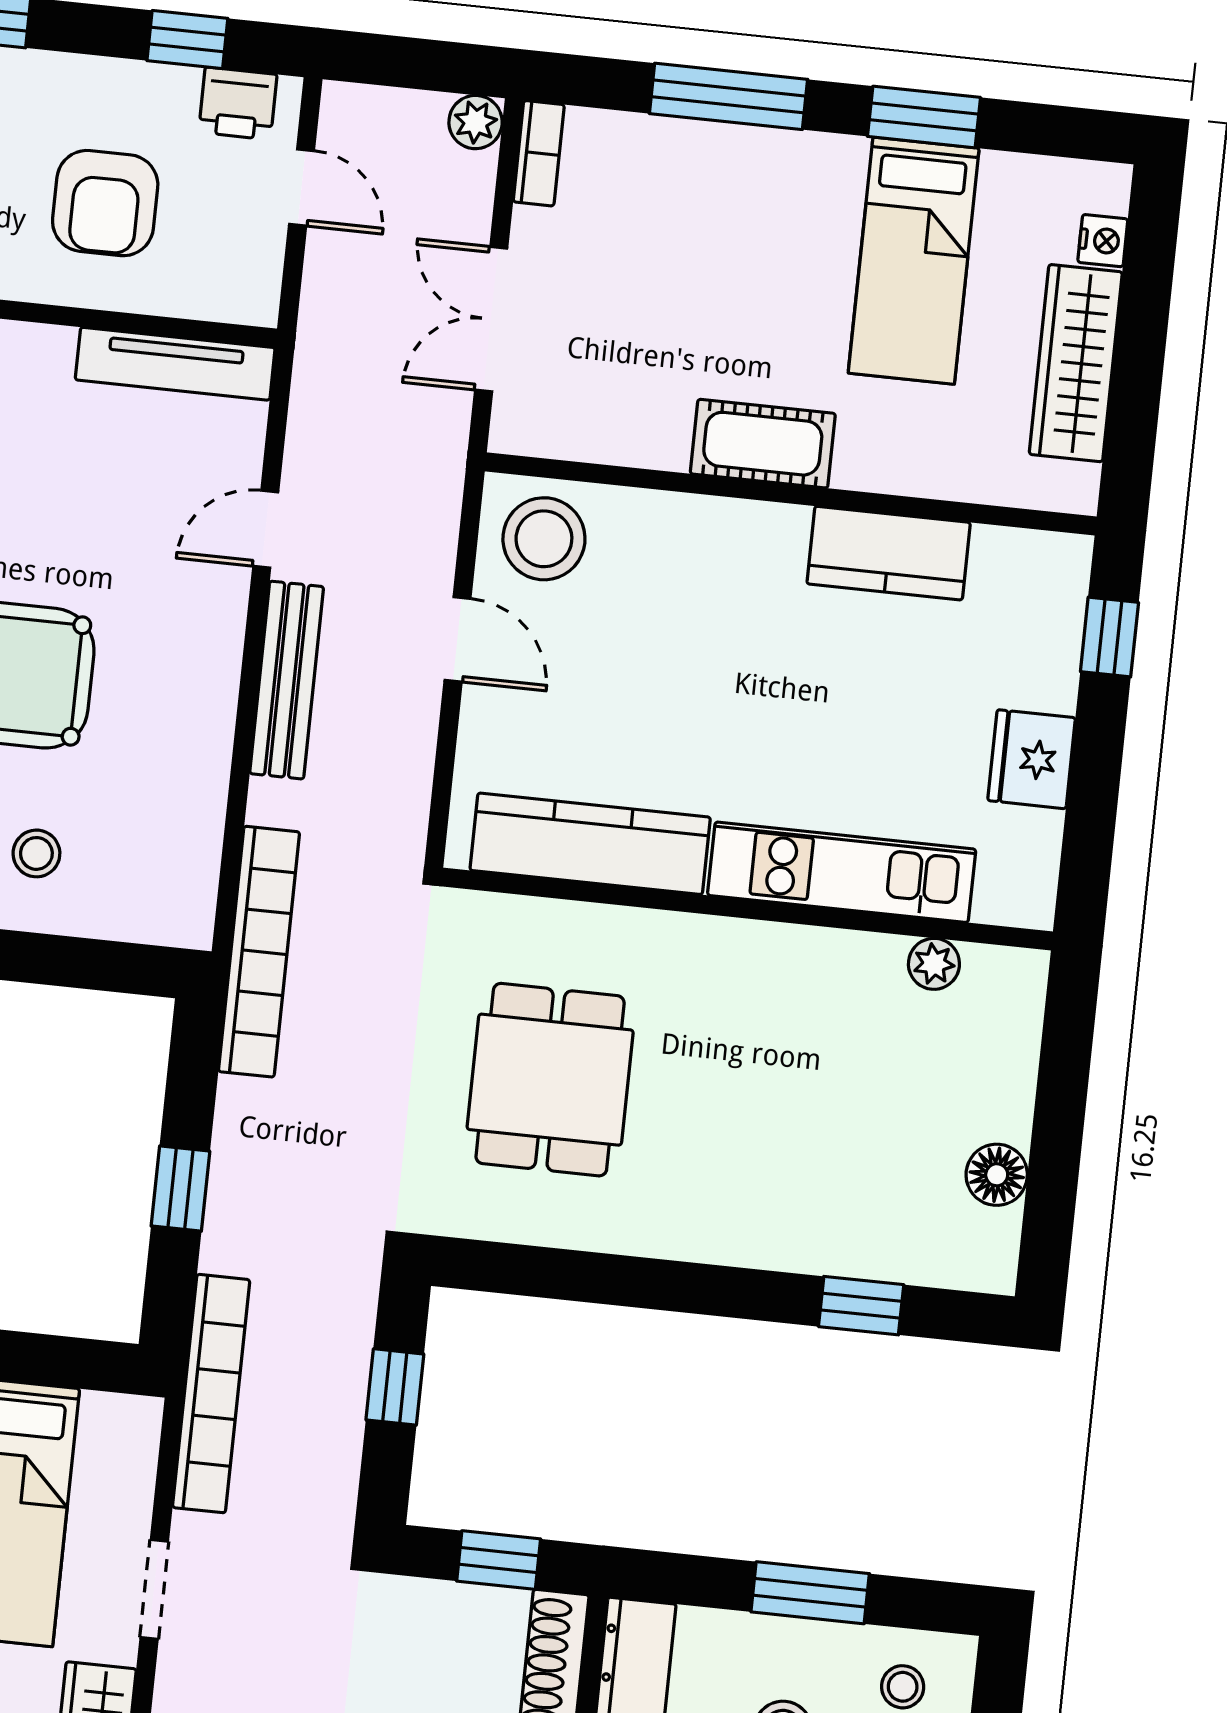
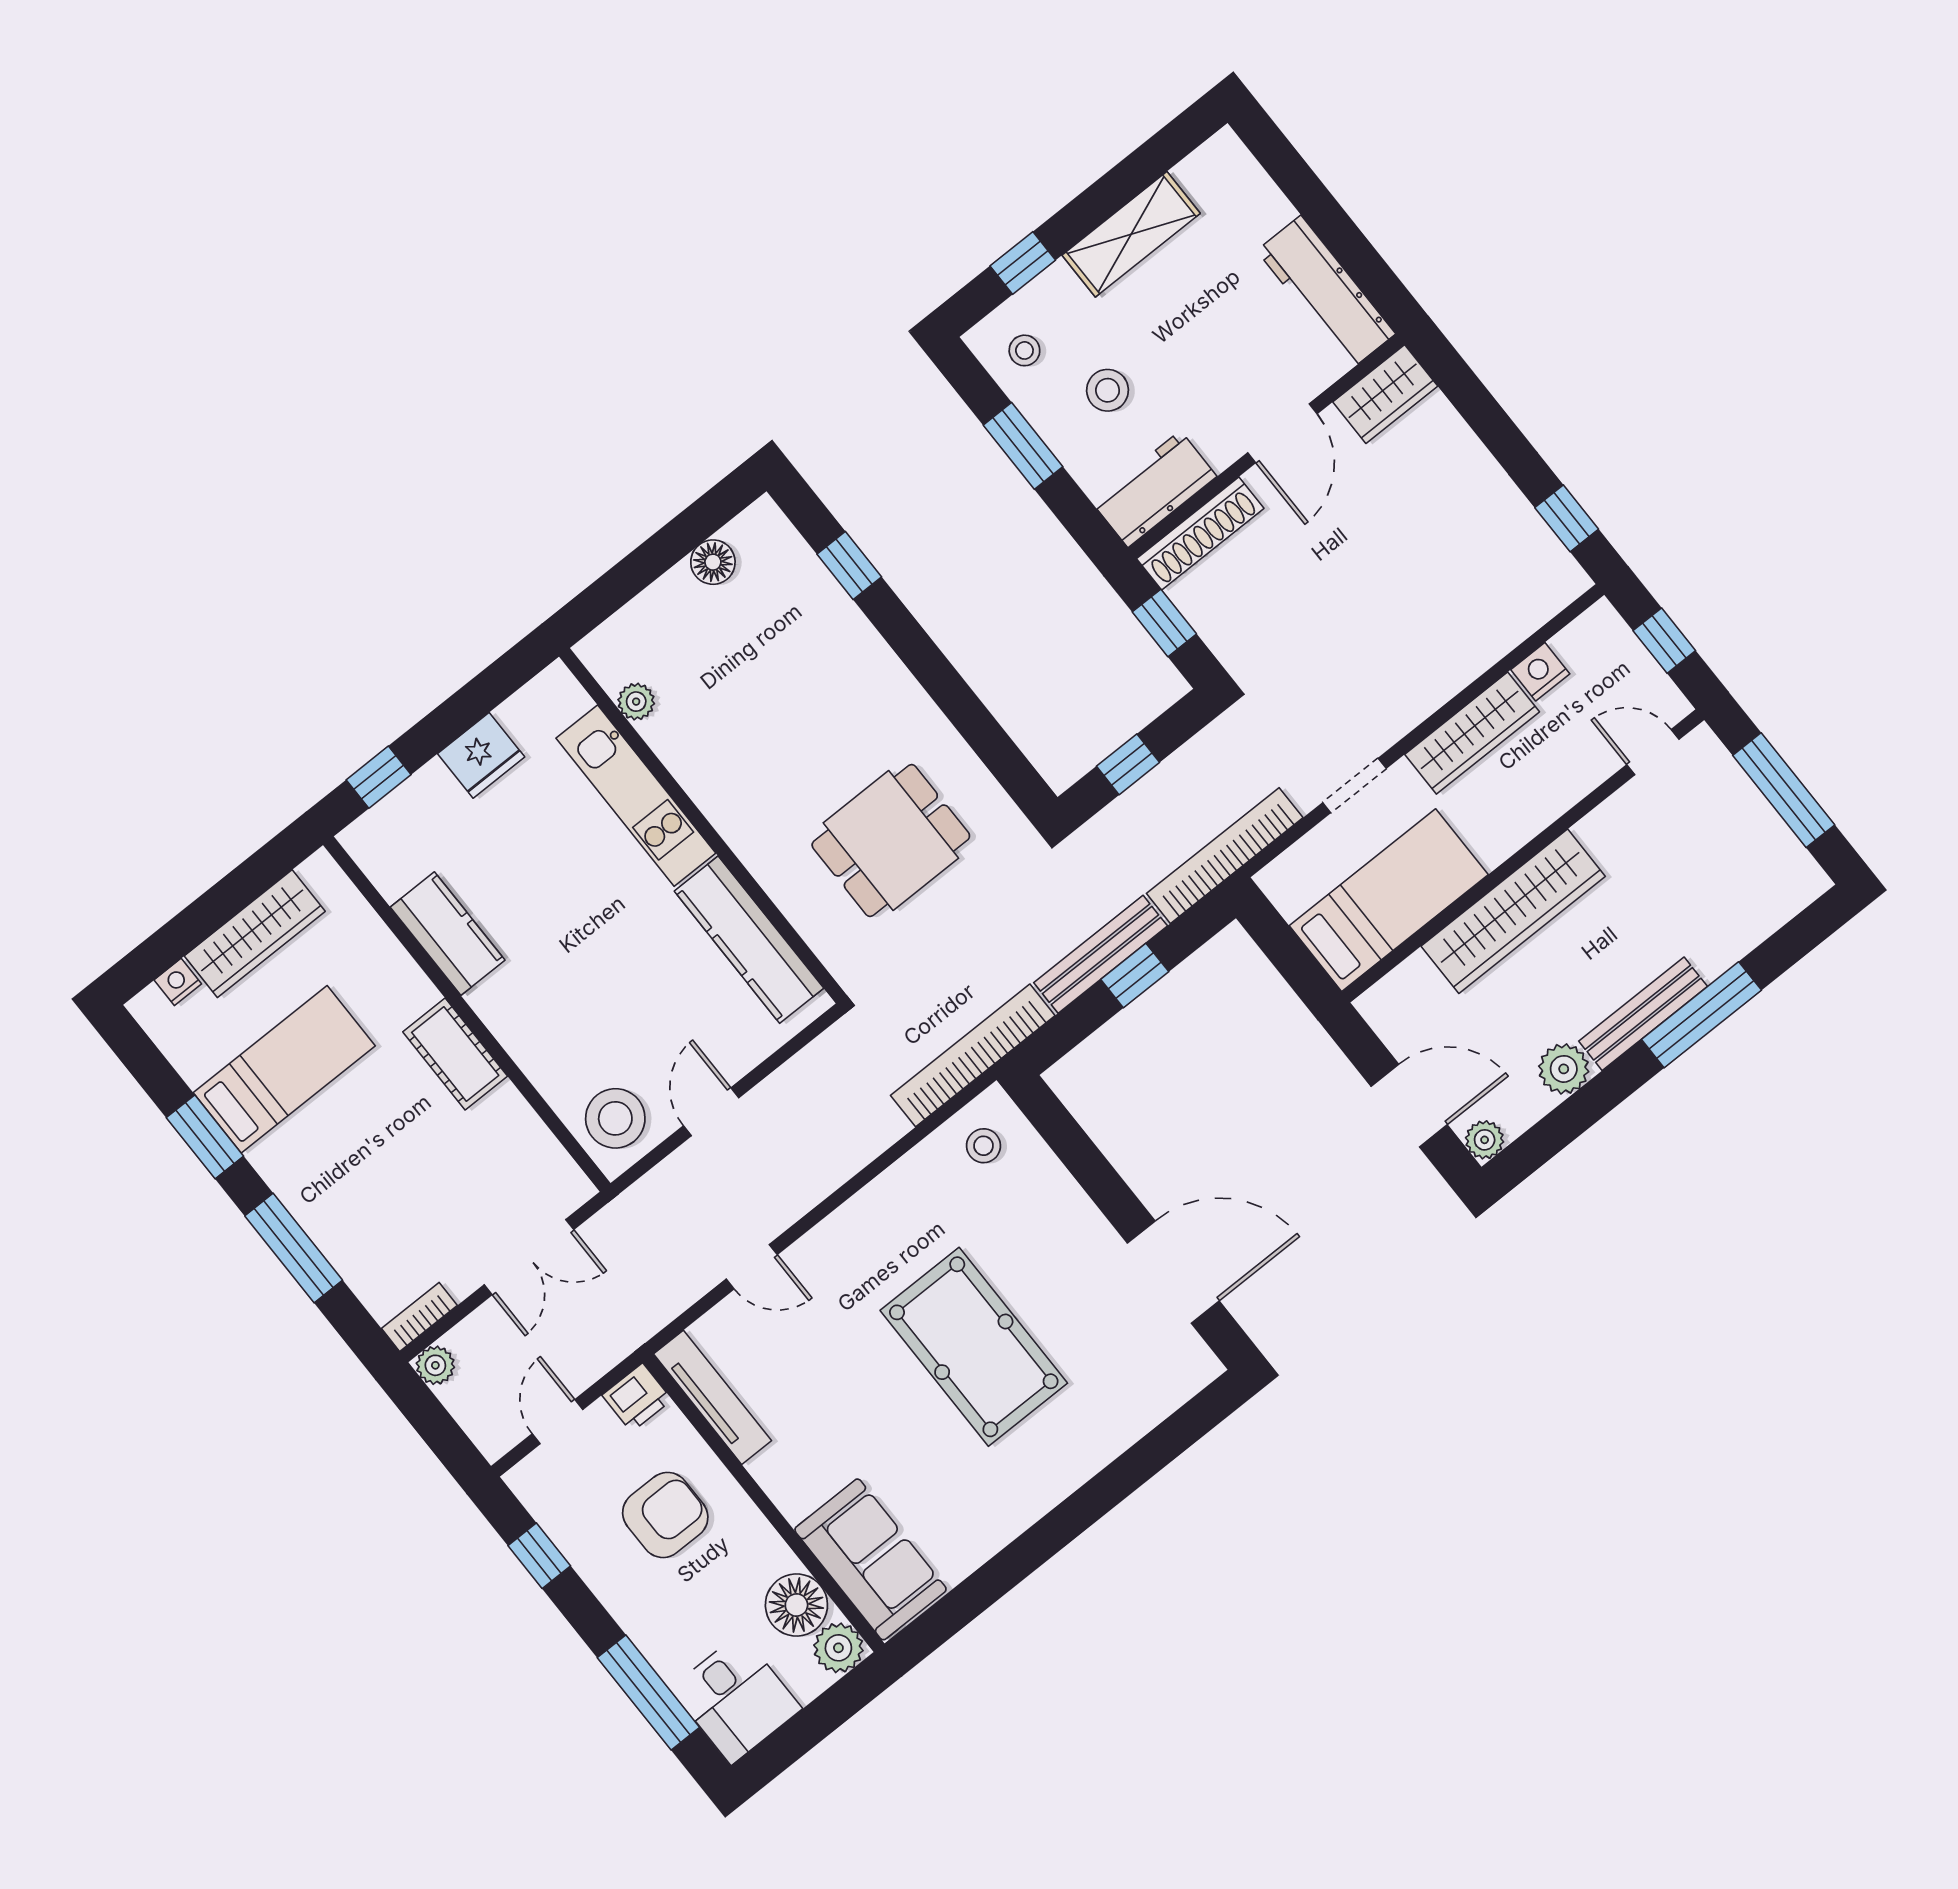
printer: (238, 103) -> (637, 1397), moved, turned 90
bench: (287, 680) -> (1101, 954), moved
stool: (36, 853) -> (984, 1146), moved

